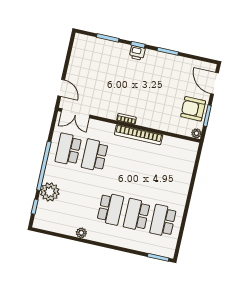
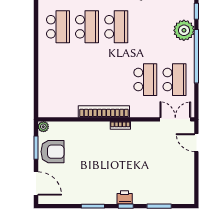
school desk: (110, 209) -> (116, 27), turned 180

